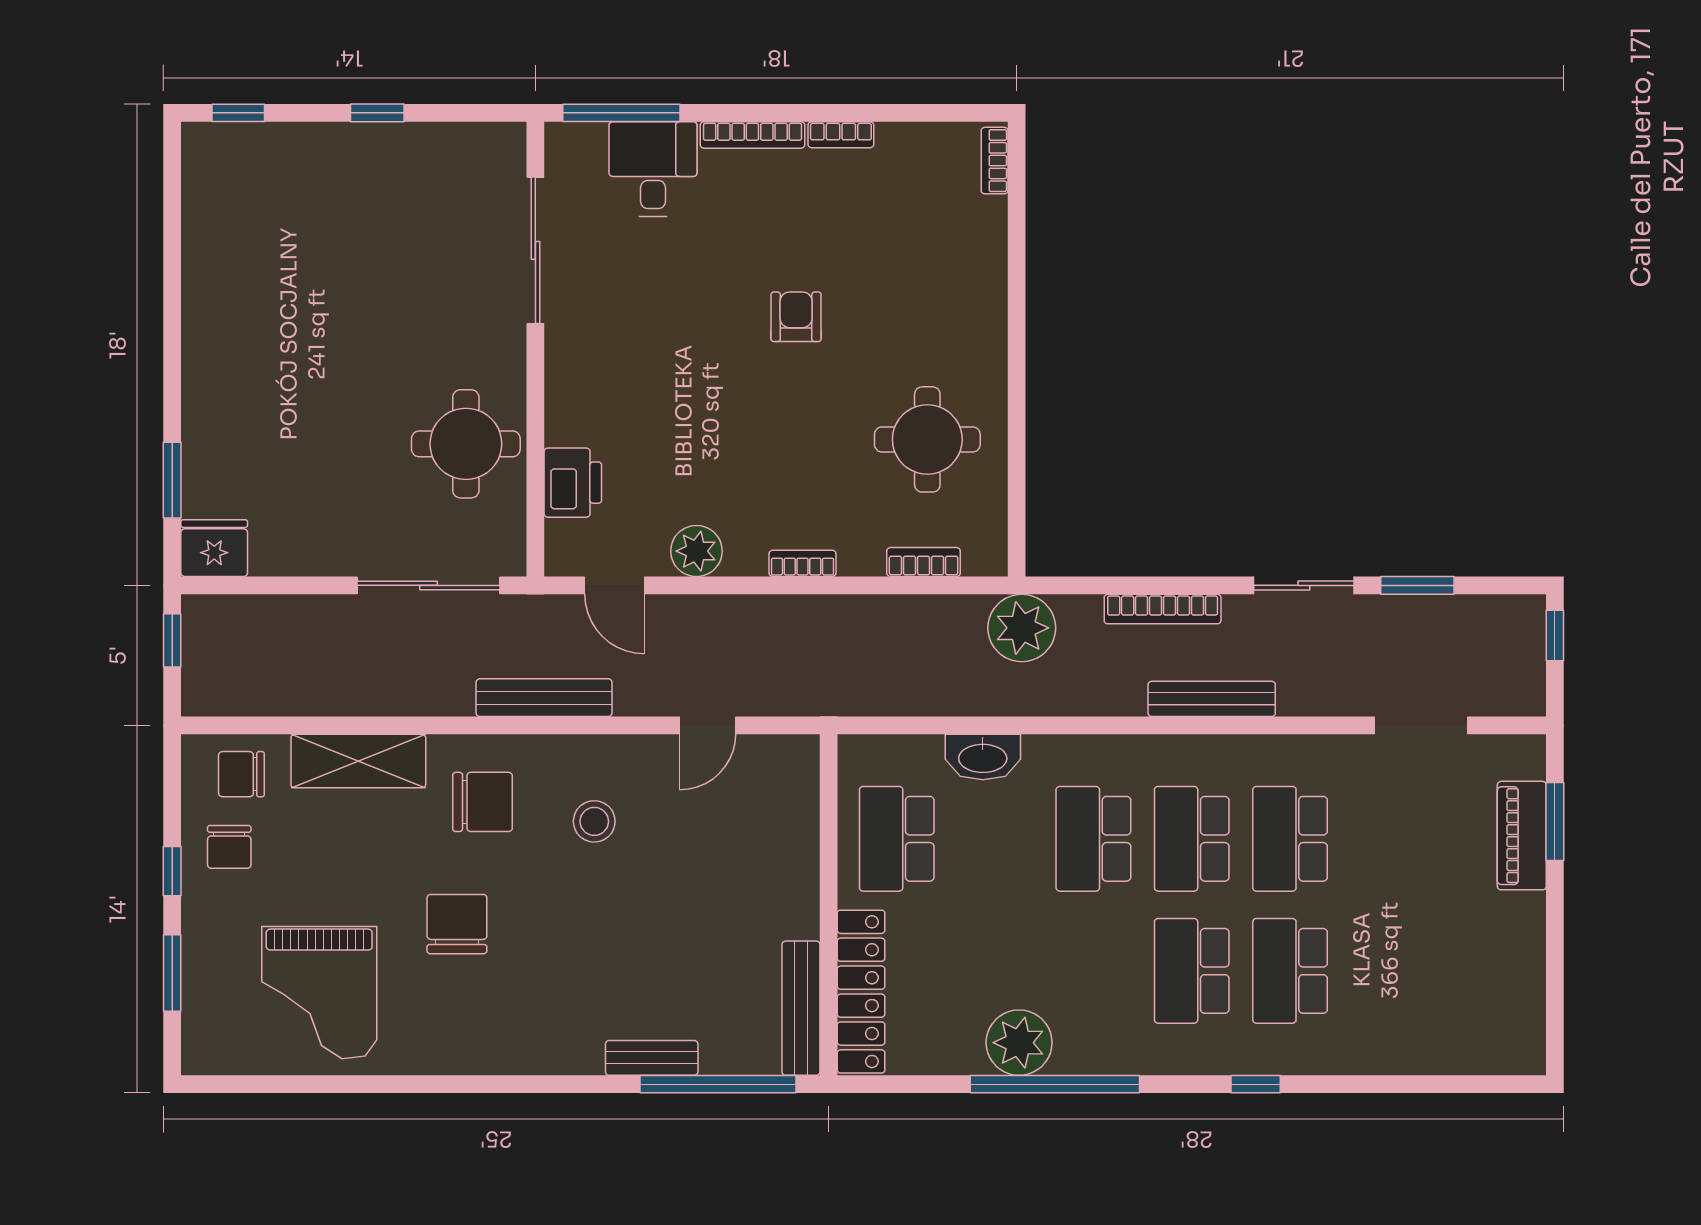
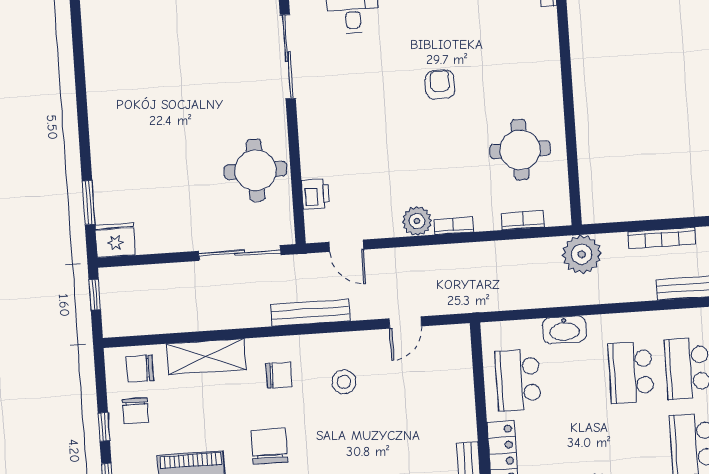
printer: (573, 483) -> (316, 194), width x0.73, depth x0.81
plant: (696, 551) -> (417, 221), moved
chair: (483, 802) -> (279, 375), width x0.73, depth x0.73

